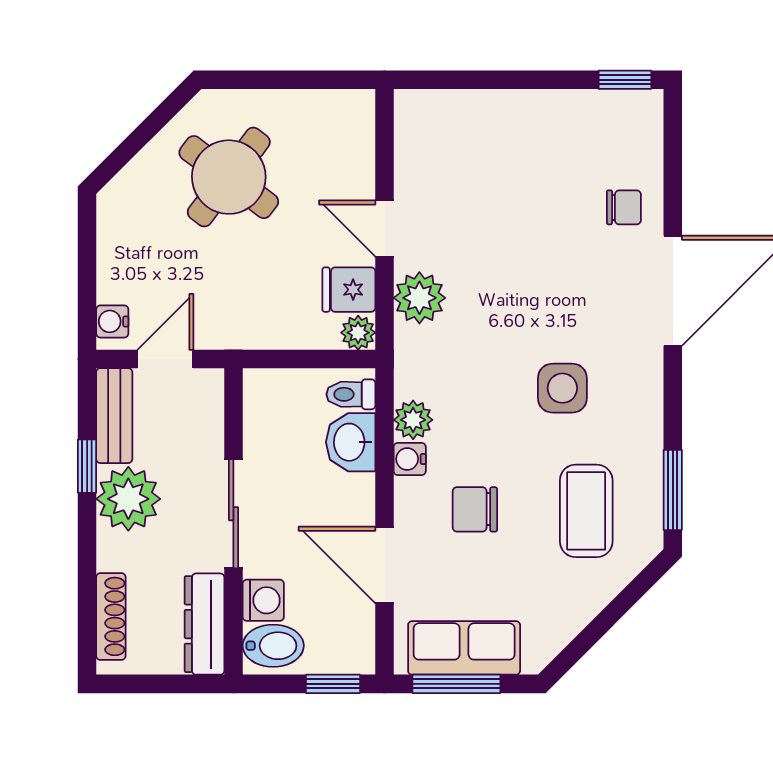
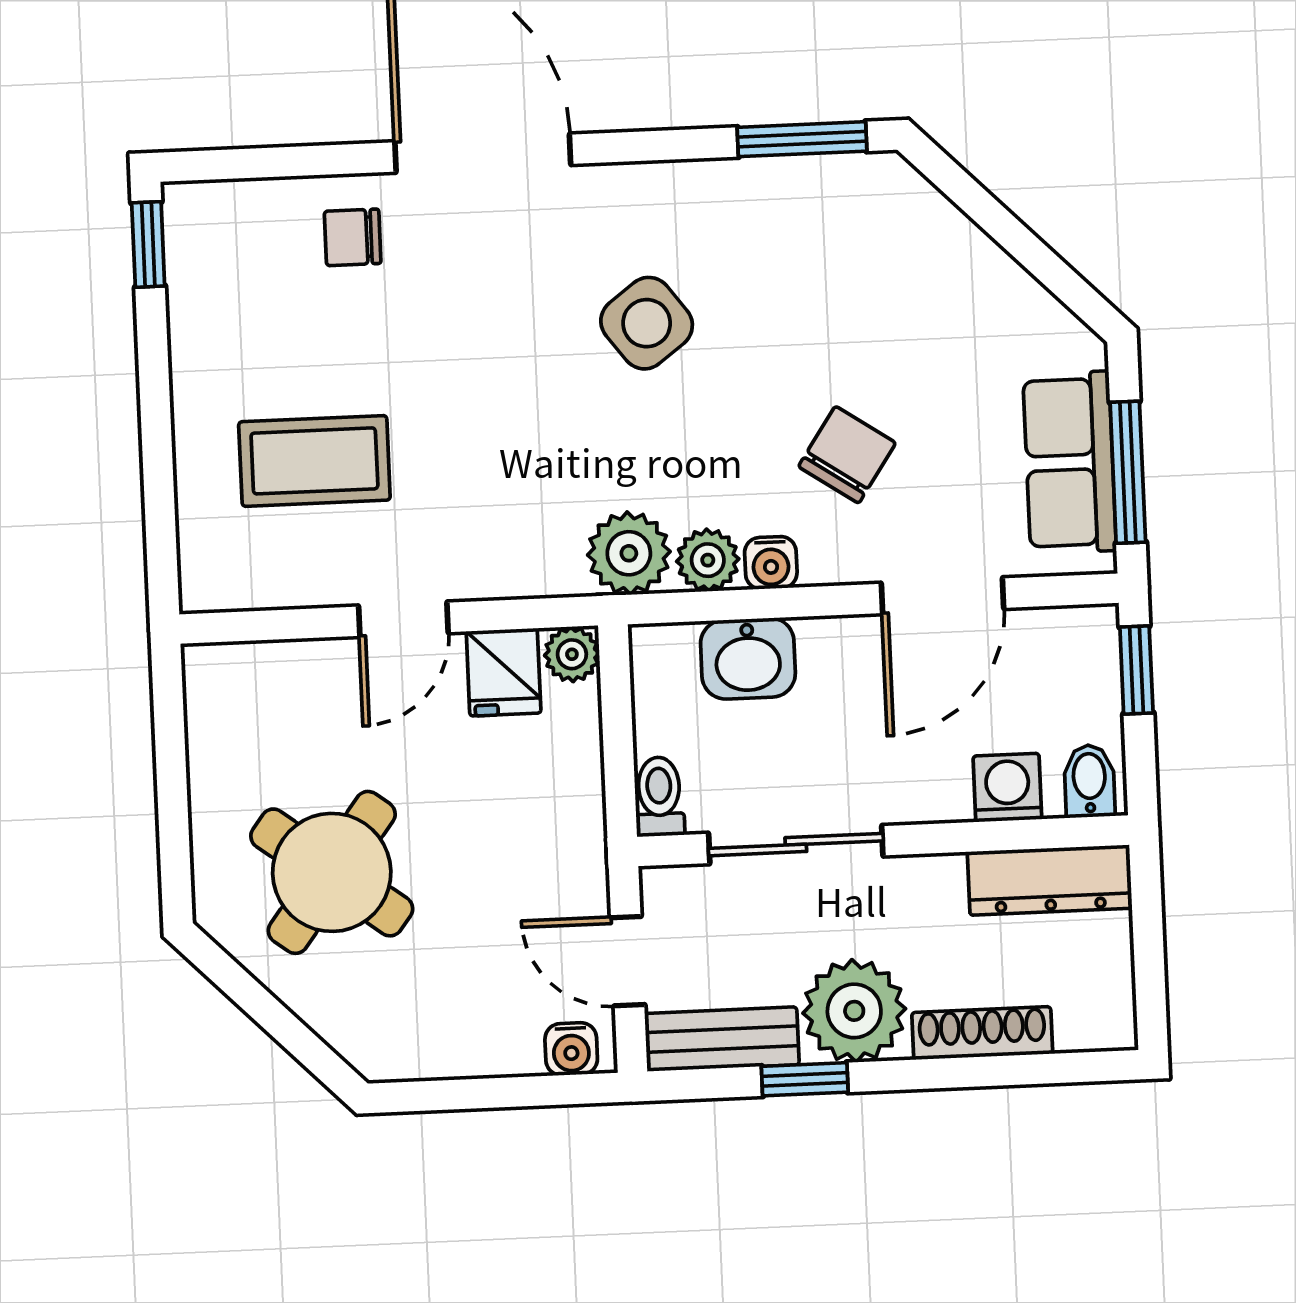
chair: (624, 207) -> (353, 237), turned -90
plant: (419, 298) -> (629, 553), moved
side table: (562, 388) -> (647, 323), turned -37
toilet: (351, 394) -> (659, 797), moved, turned 180
chair: (475, 509) -> (847, 455), turned -146
coffee table: (586, 511) -> (314, 461), moved
sliding door: (233, 514) -> (796, 845), moved
shoe rack: (111, 616) -> (982, 1033), moved
bidet: (273, 646) -> (1089, 781), width x0.72, depth x0.74

